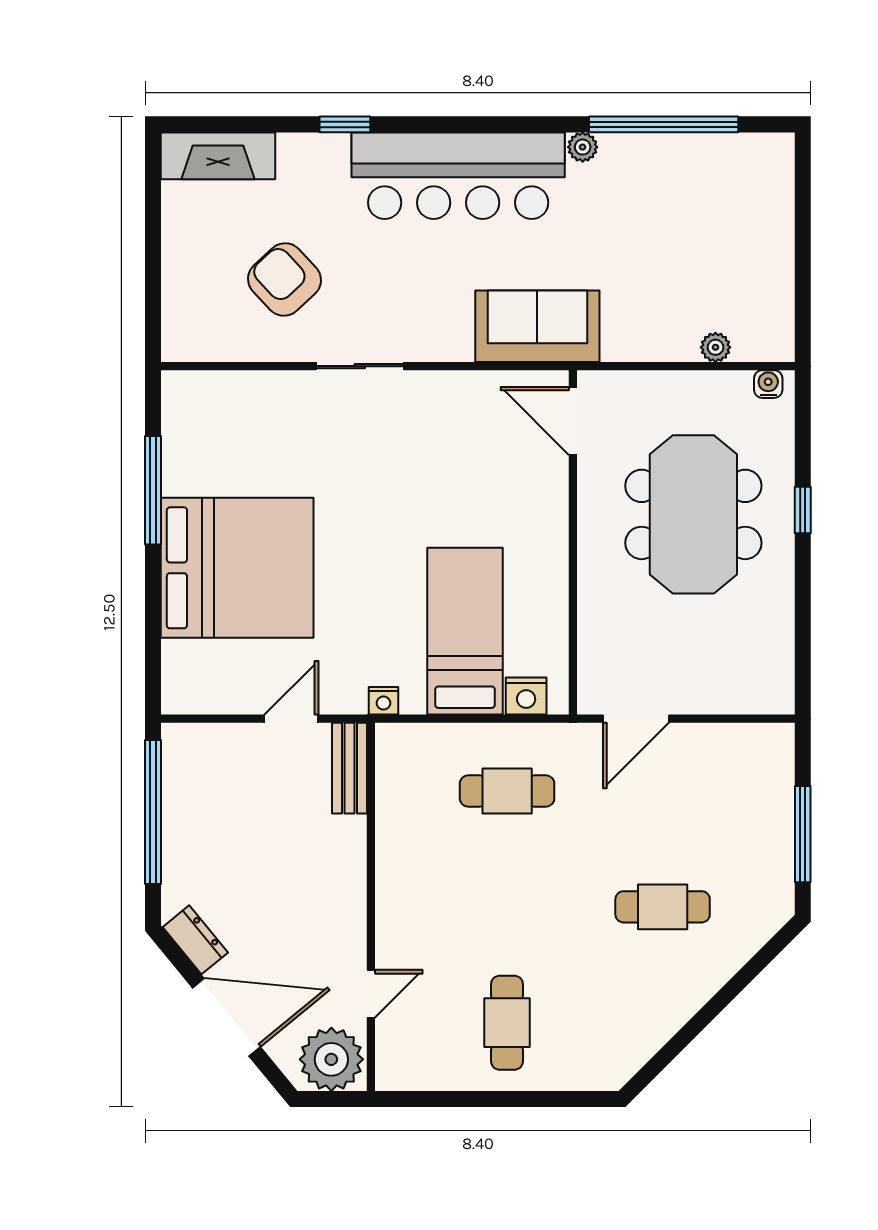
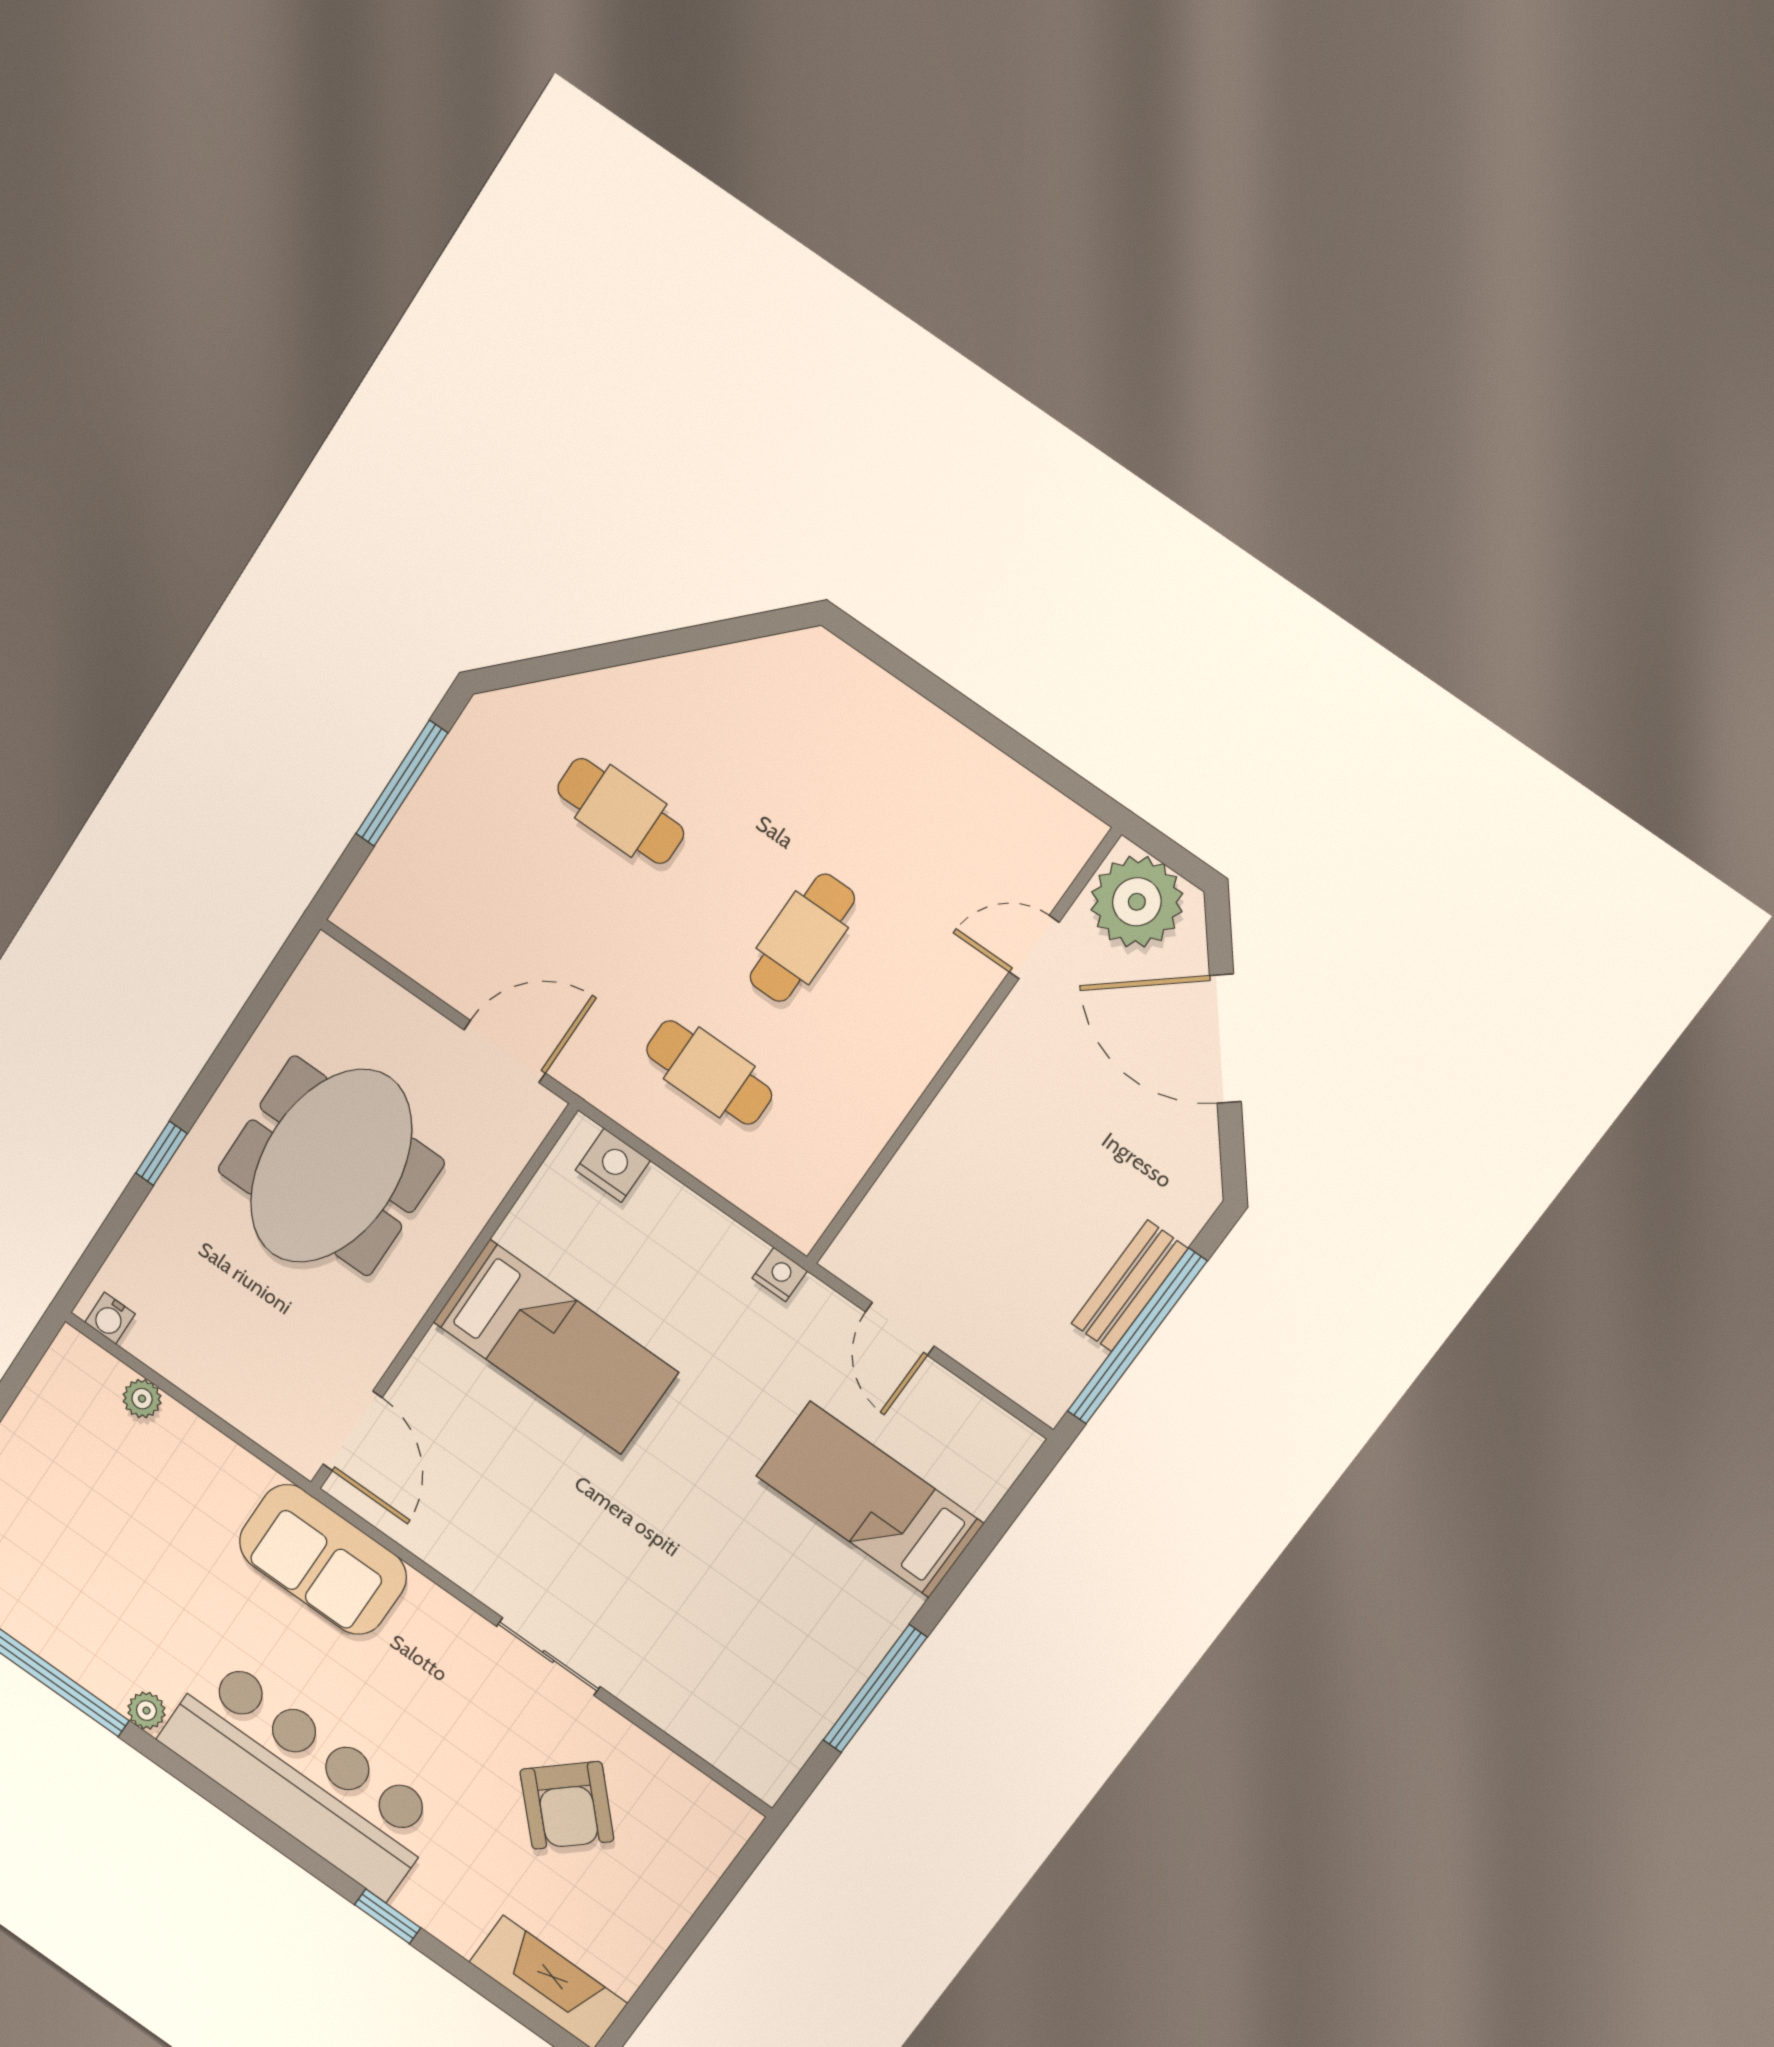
meeting table: (693, 514) -> (331, 1166), moved
bed: (237, 568) -> (870, 1500), width x0.49
bed: (465, 631) -> (556, 1347), moved, turned -90
door: (291, 719) -> (900, 1329), hinge flipped
bench: (350, 768) -> (1130, 1286), moved
dresser: (195, 940) -> (1196, 1155), removed
cafe table: (507, 1023) -> (802, 938), moved

